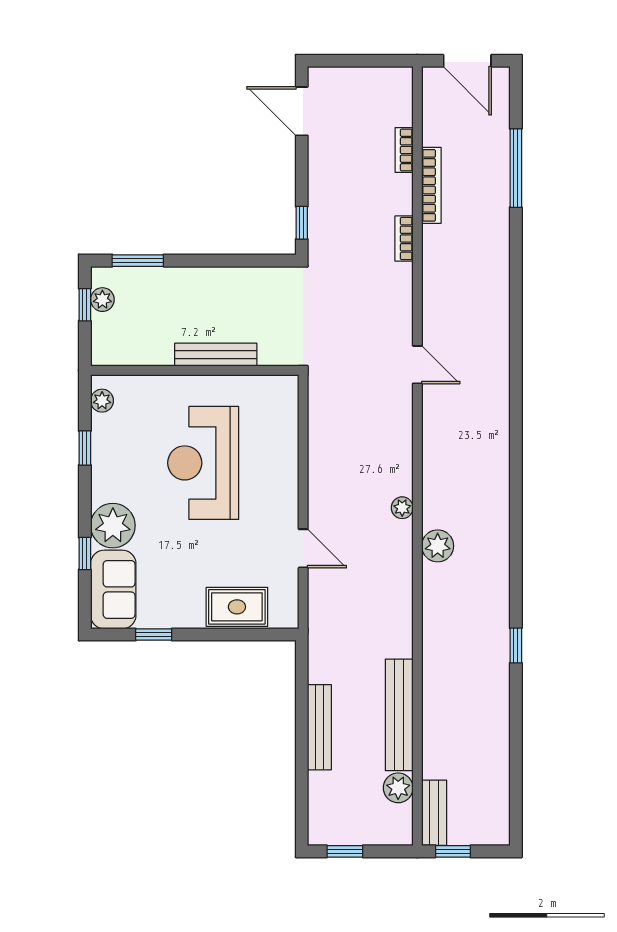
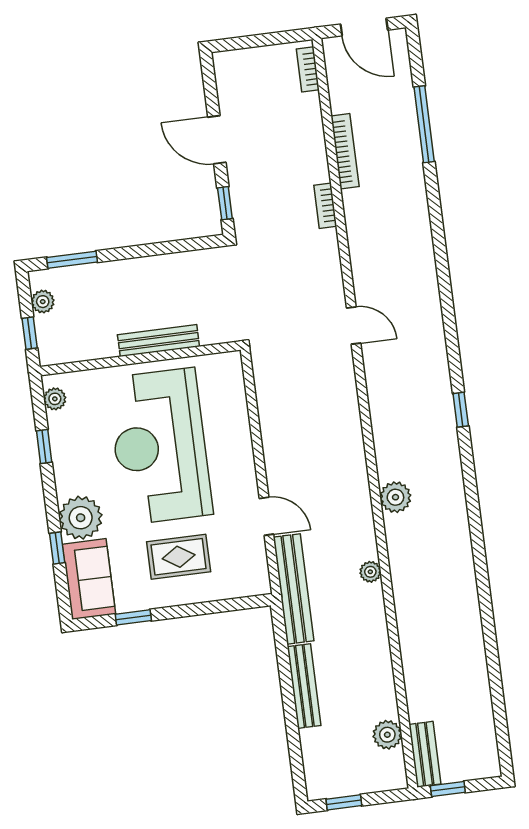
door: (302, 111) -> (217, 140), moved
bookcase: (404, 150) -> (308, 69), moved
window: (85, 305) -> (30, 333), moved
reception desk: (203, 463) -> (160, 446), width x1.36, depth x1.30
plant: (402, 508) -> (370, 572), moved
rug: (237, 607) -> (179, 557), moved
window: (516, 645) -> (461, 410), moved
bench: (399, 715) -> (294, 589), moved

